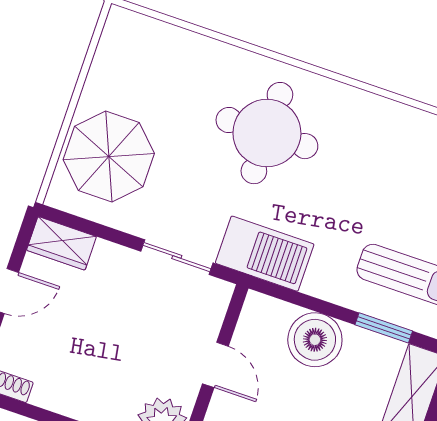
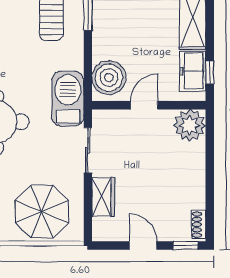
wardrobe: (61, 243) -> (103, 197), moved
boiler: (315, 340) -> (109, 78), moved

